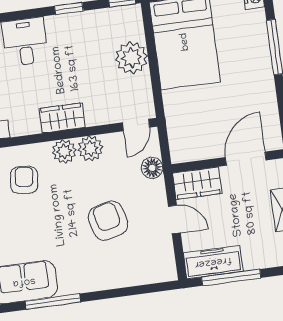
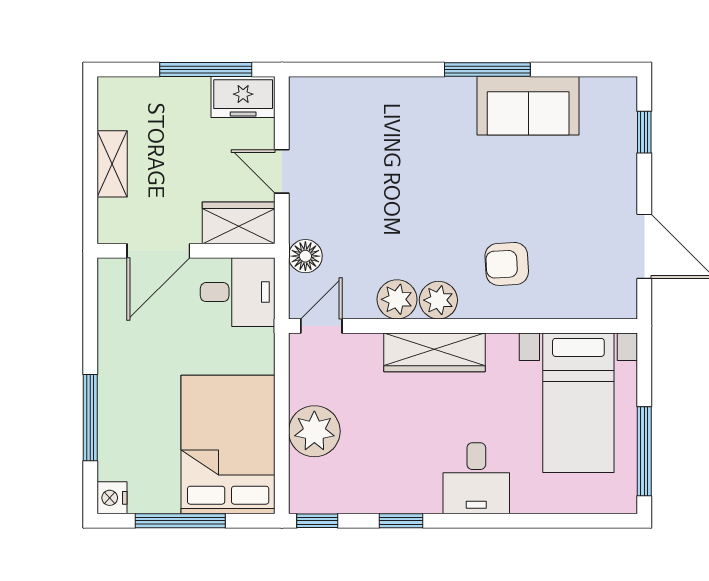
wardrobe: (62, 118) -> (435, 352), width x1.50
desk: (192, 139) -> (238, 292), added
armchair: (24, 180) -> (507, 264), turned 80
armchair: (108, 221) -> (385, 183), removed
freezer: (213, 262) -> (243, 97), width x0.71

